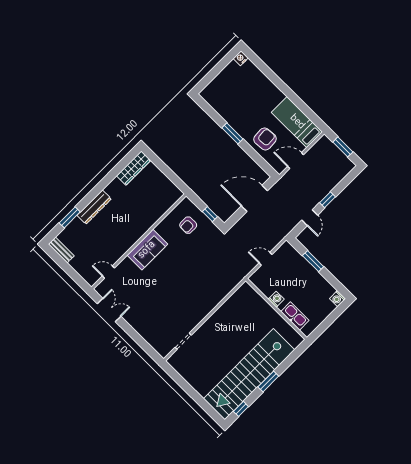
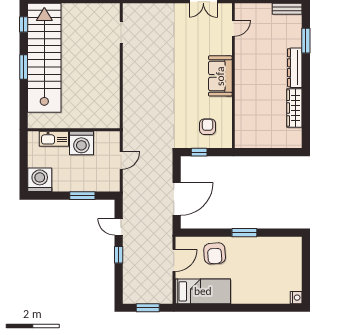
wardrobe: (134, 168) -> (294, 108), moved
washing machine: (276, 299) -> (81, 143), width x1.89, depth x1.89
washing machine: (337, 299) -> (40, 180), width x1.89, depth x1.89

